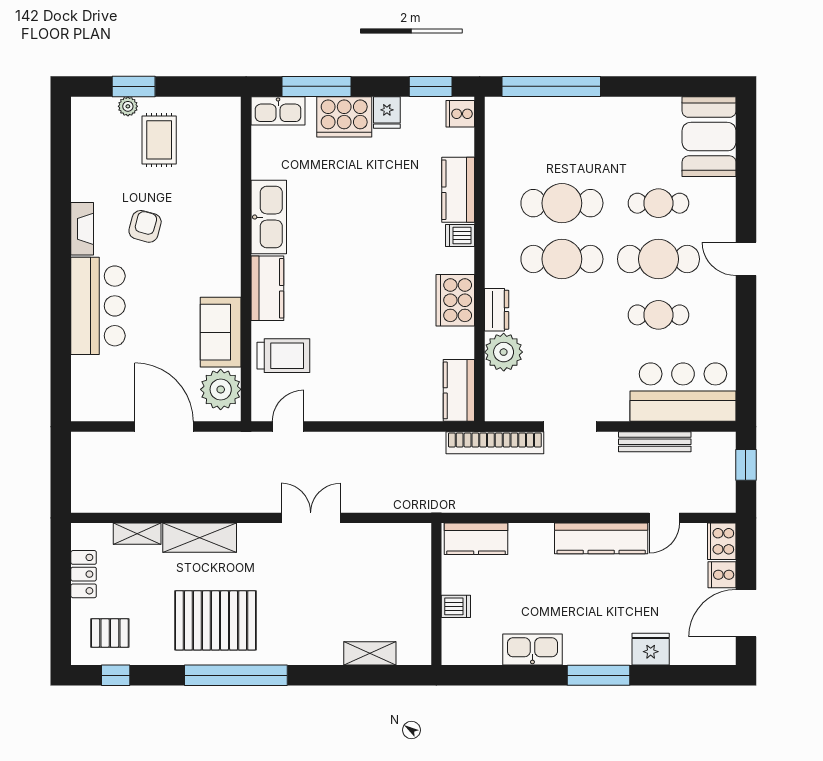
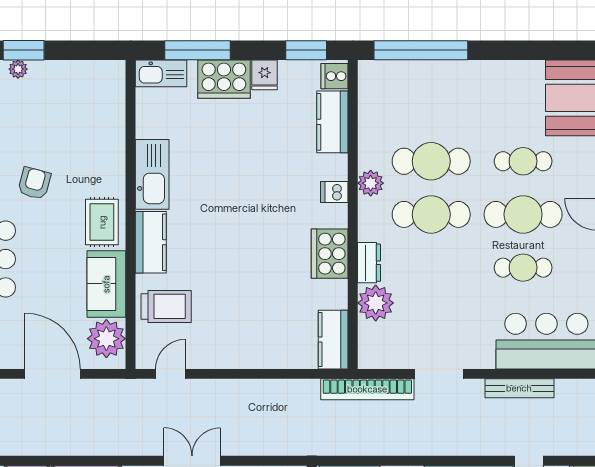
rug: (159, 140) -> (102, 222), moved
kitchen counter: (458, 190) -> (332, 122), moved
plant: (498, 226) -> (371, 183), added

